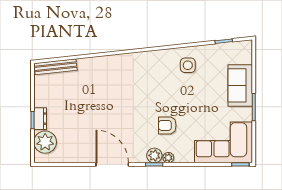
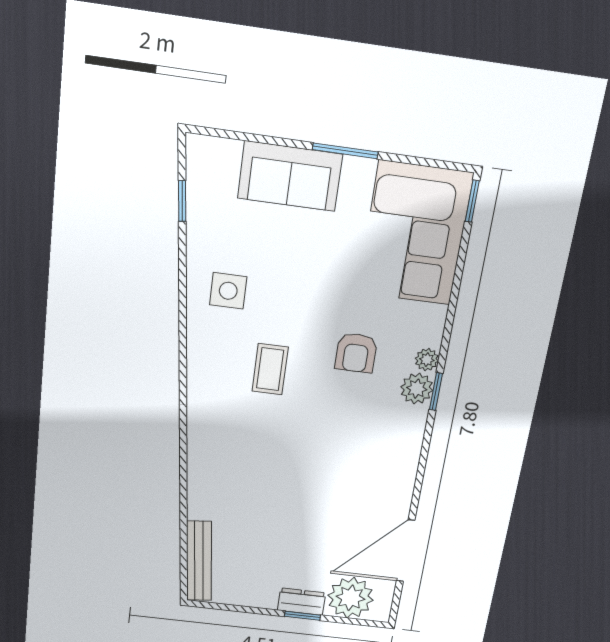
coffee table: (155, 88) -> (270, 369), added
door: (112, 164) -> (406, 551), moved

